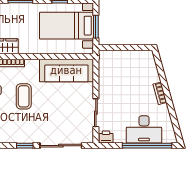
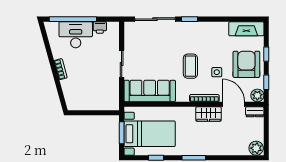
sliding door: (96, 113) -> (122, 64), moved
printer: (106, 137) -> (100, 27), moved

